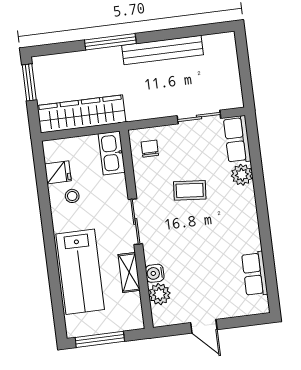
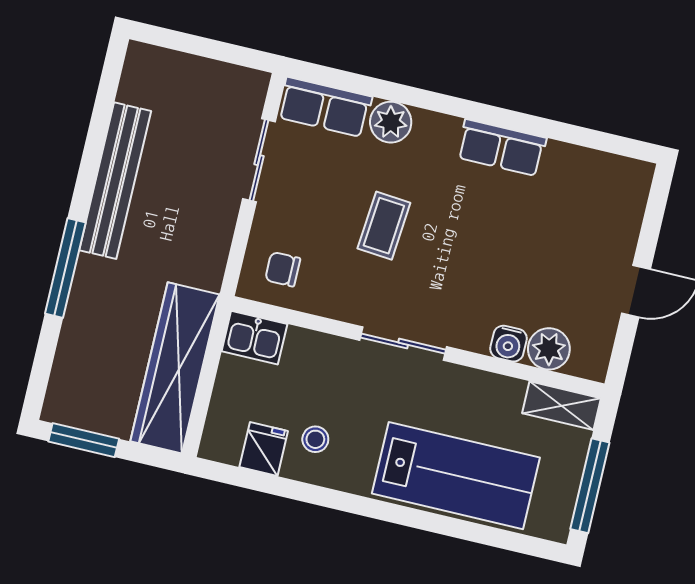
kitchen sink: (112, 153) -> (254, 338), width x0.73
shelving: (129, 272) -> (561, 406), moved
row of seats: (255, 274) -> (502, 148), moved

